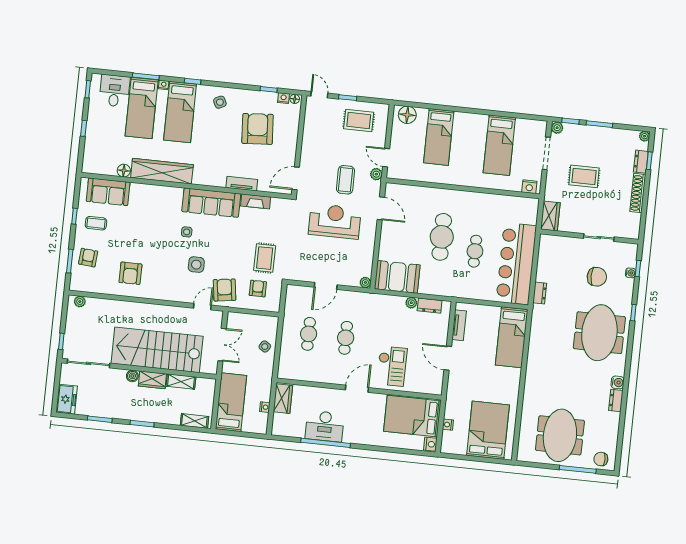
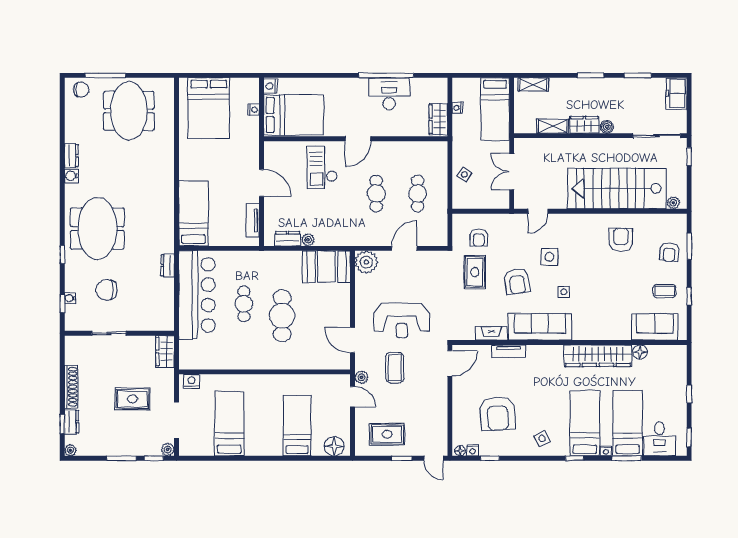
plant: (365, 282) -> (366, 262), width x1.88, depth x1.88
armchair: (225, 290) -> (517, 281), moved
stairs: (157, 350) -> (617, 189), moved, turned 180

